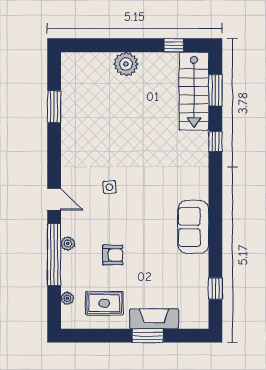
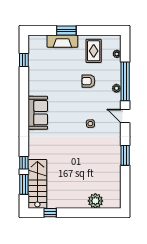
plant: (126, 64) -> (95, 201), moved
window: (54, 107) -> (125, 155), moved
window: (215, 142) -> (24, 163), moved
sofa: (193, 227) -> (38, 113), moved
rug: (104, 303) -> (94, 51), turned 90

